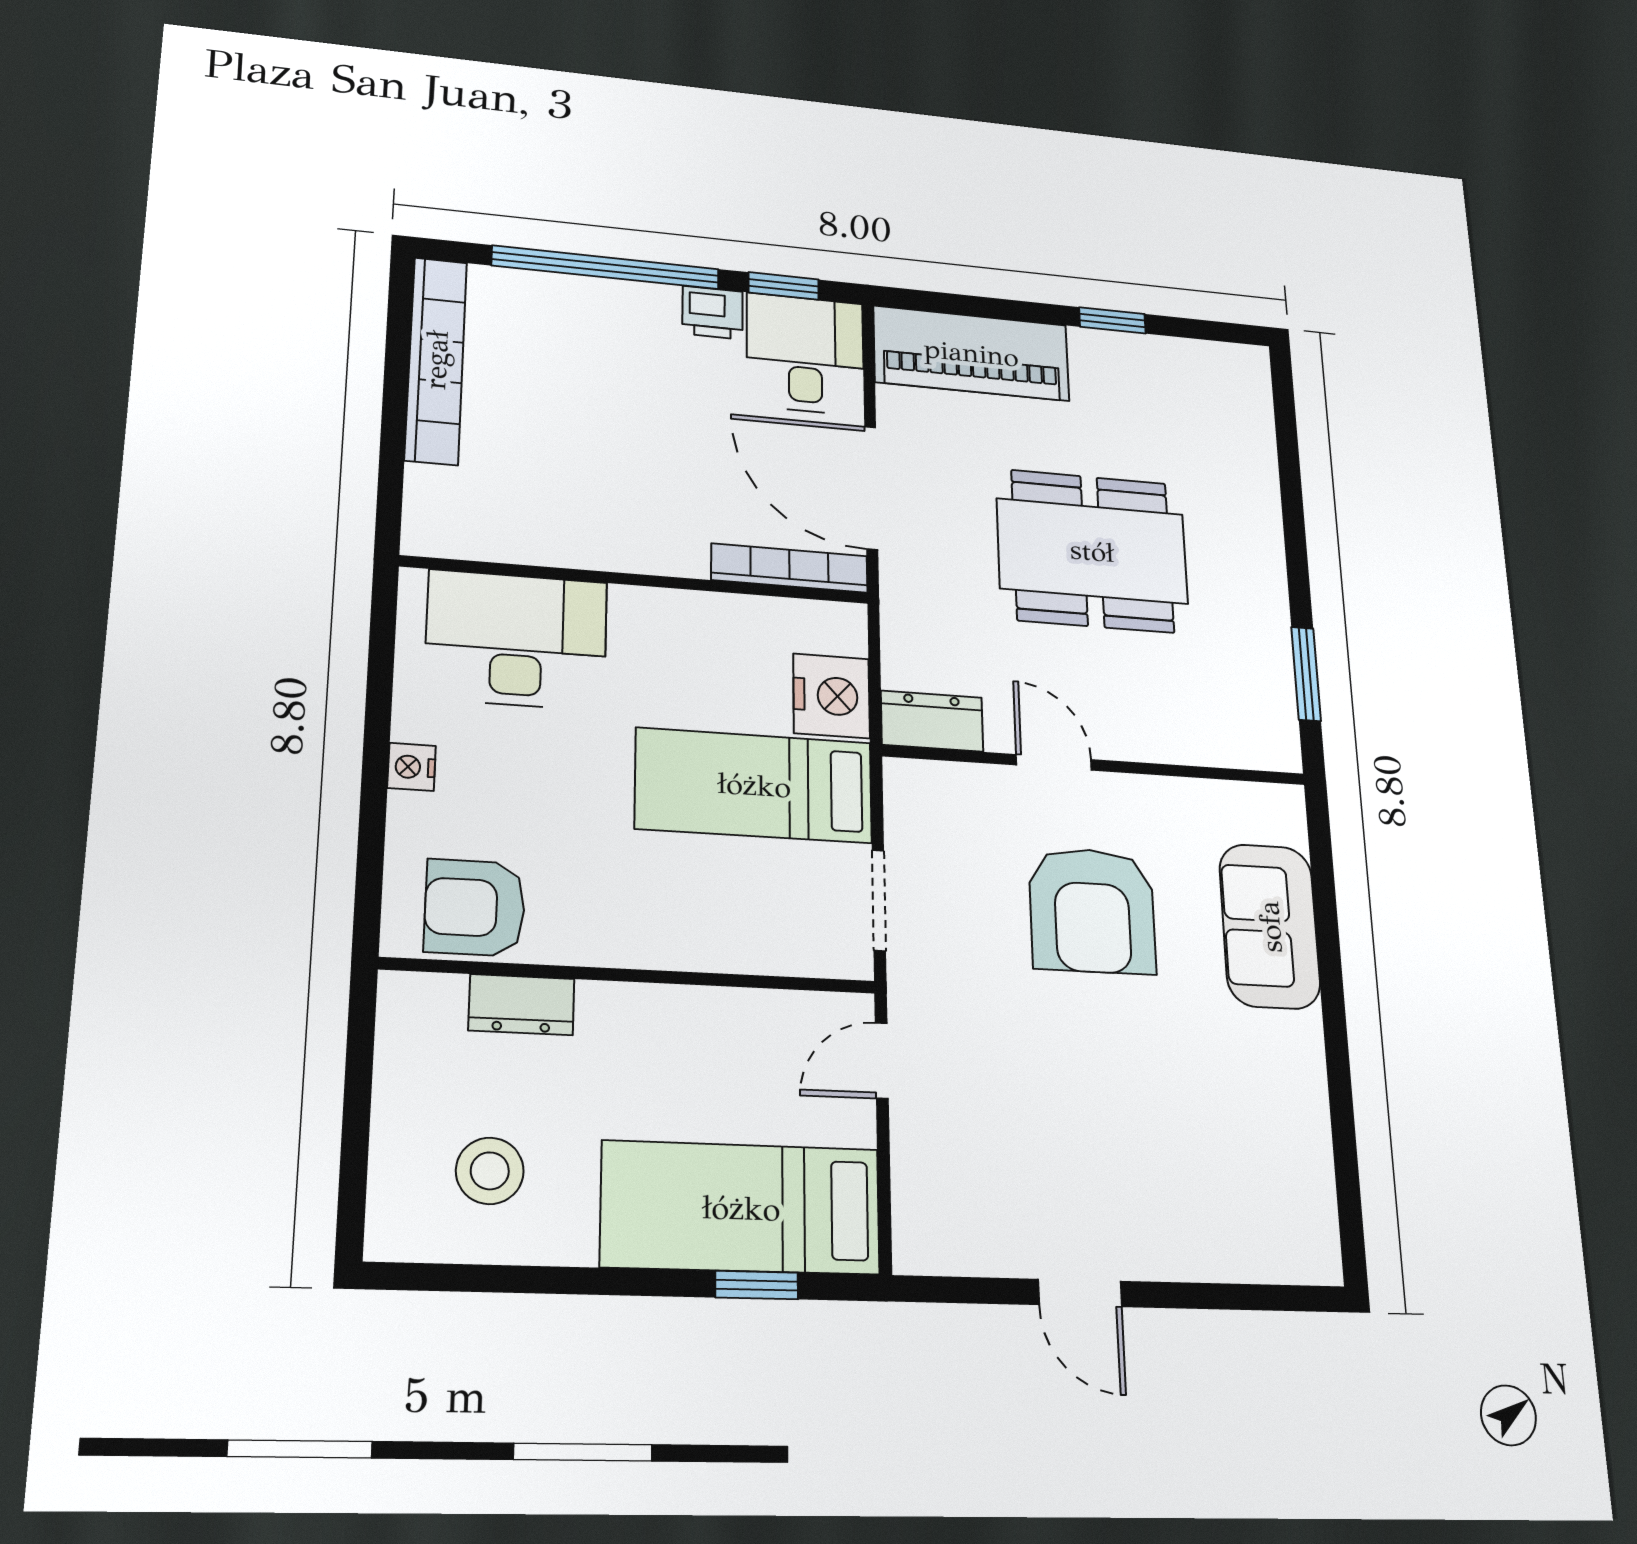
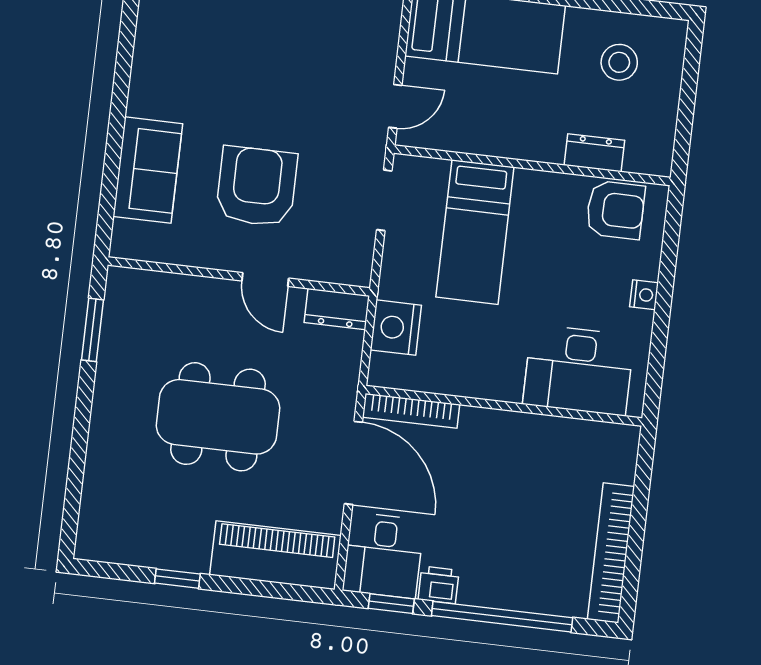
bed: (754, 785) -> (475, 232), moved, turned 90

